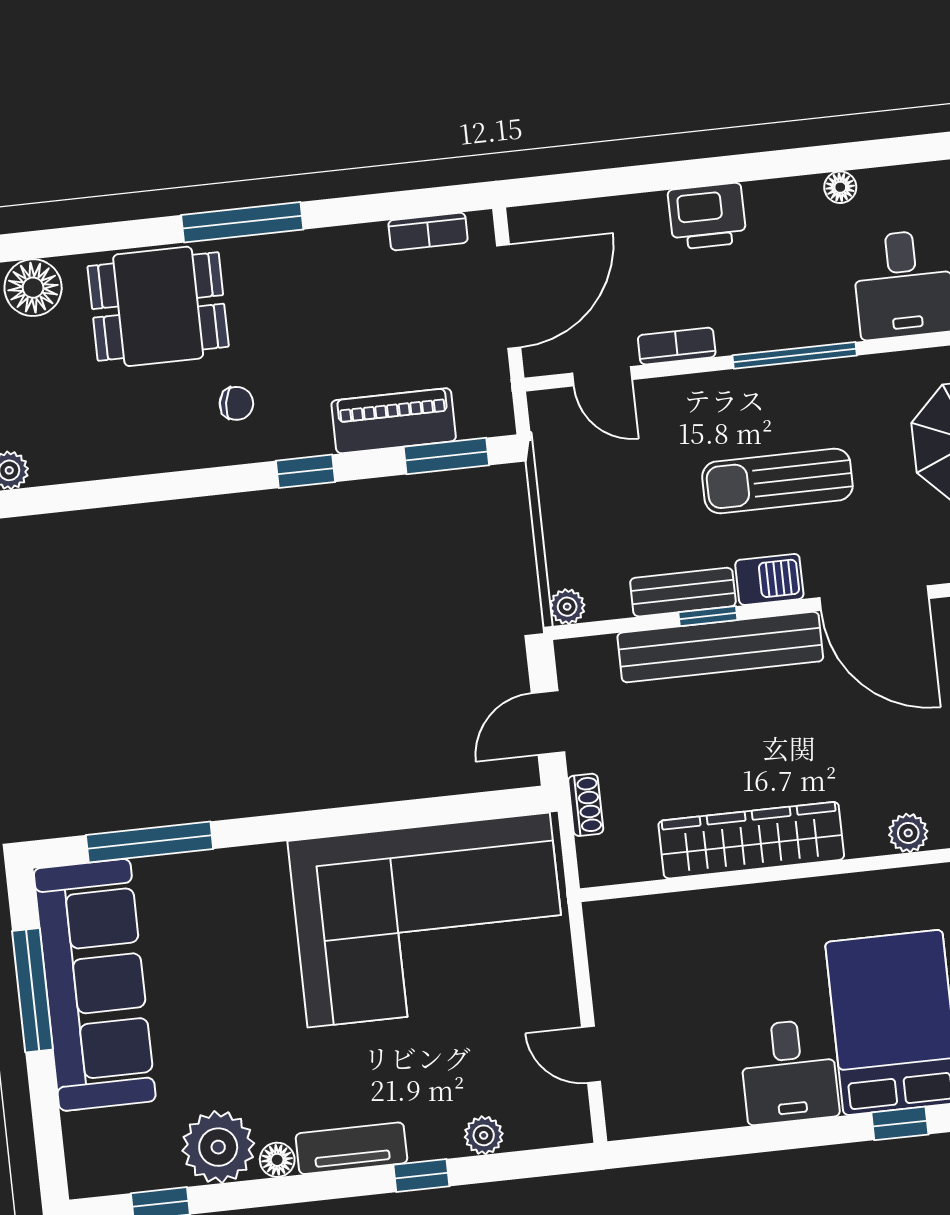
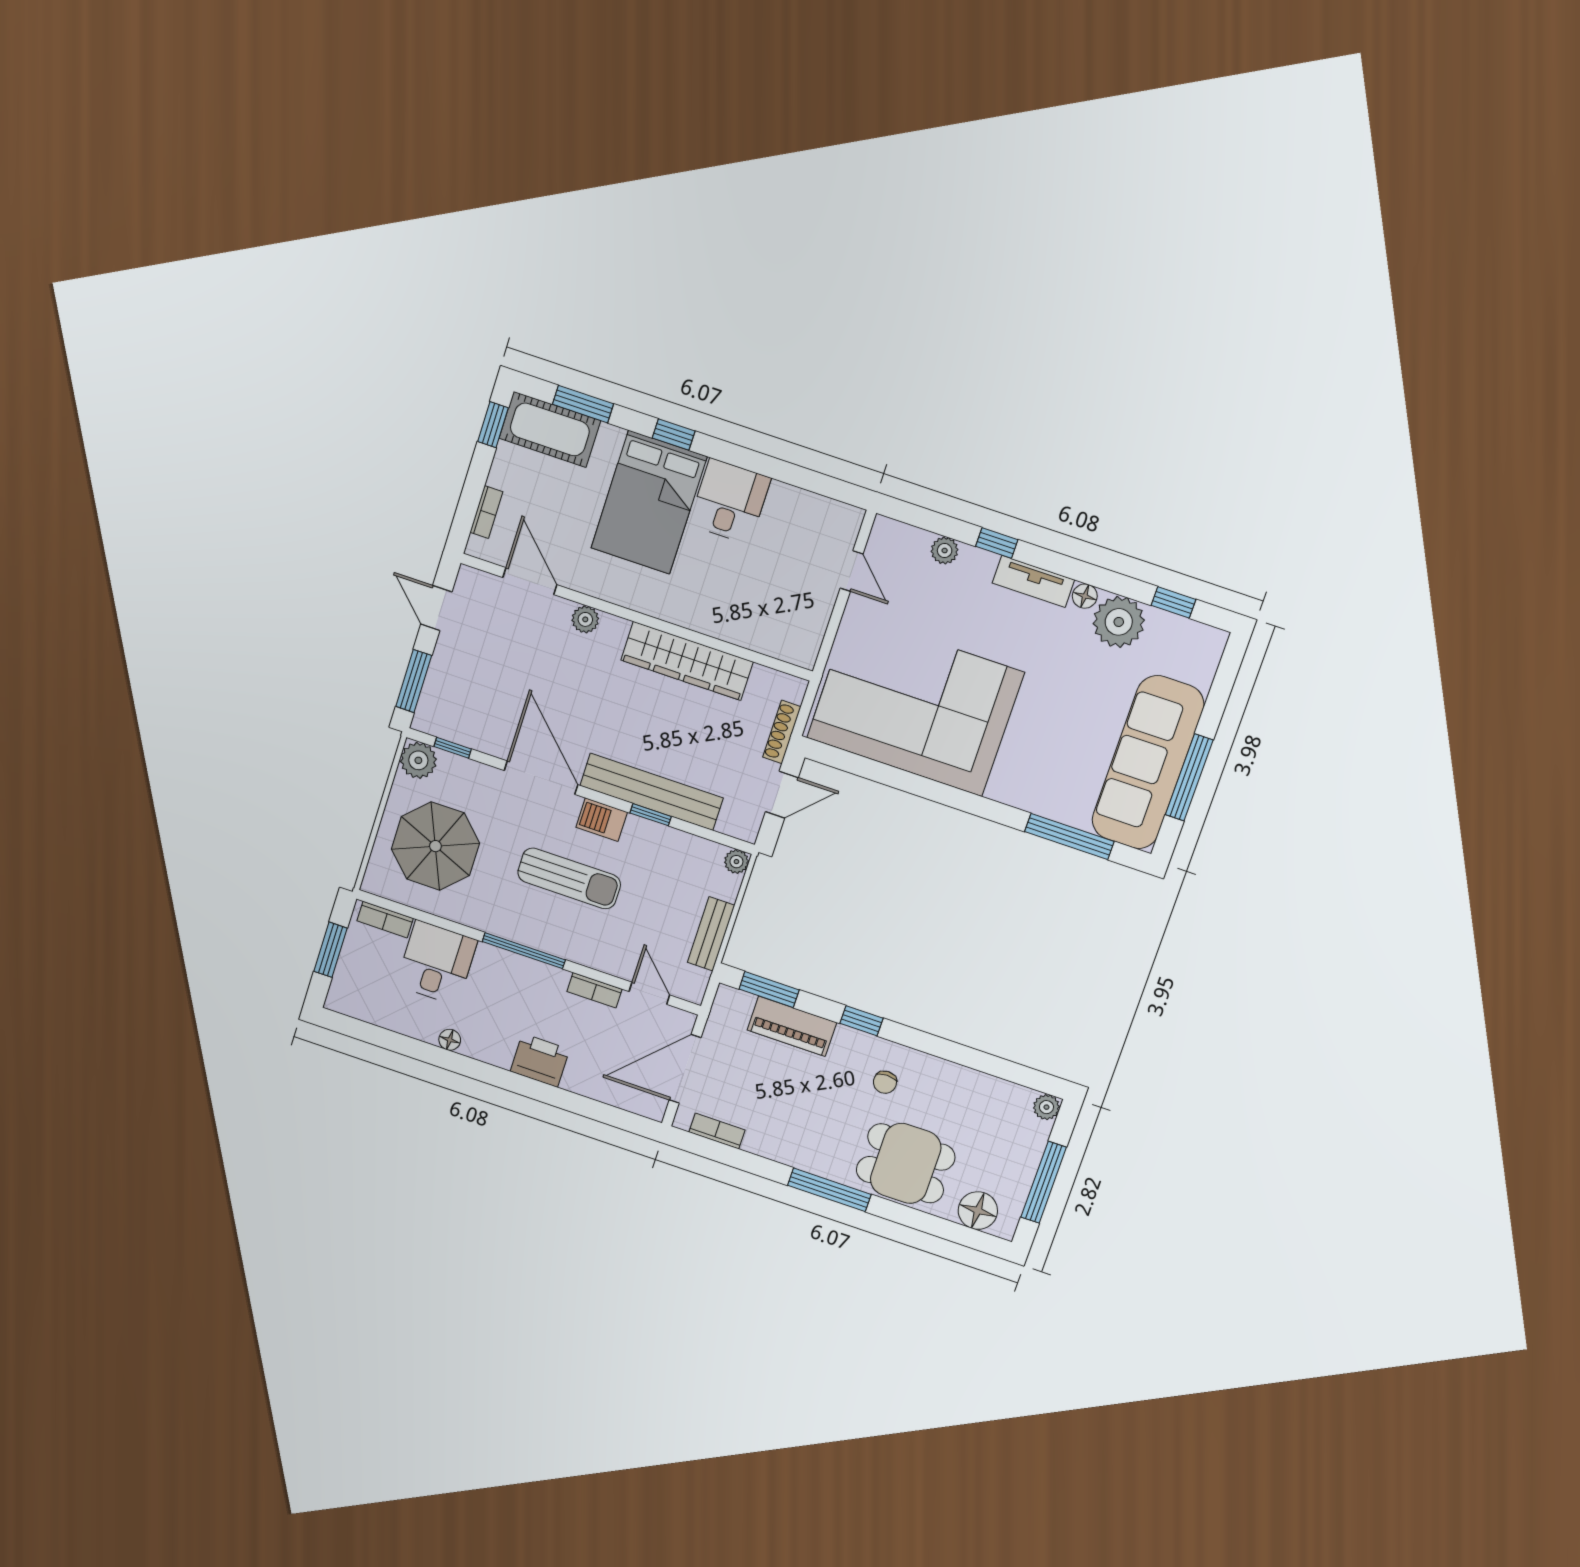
chair: (236, 403) -> (885, 1082), turned -99
bench: (683, 592) -> (711, 934), moved, turned 90
shoe rack: (586, 805) -> (782, 732), width x1.43

